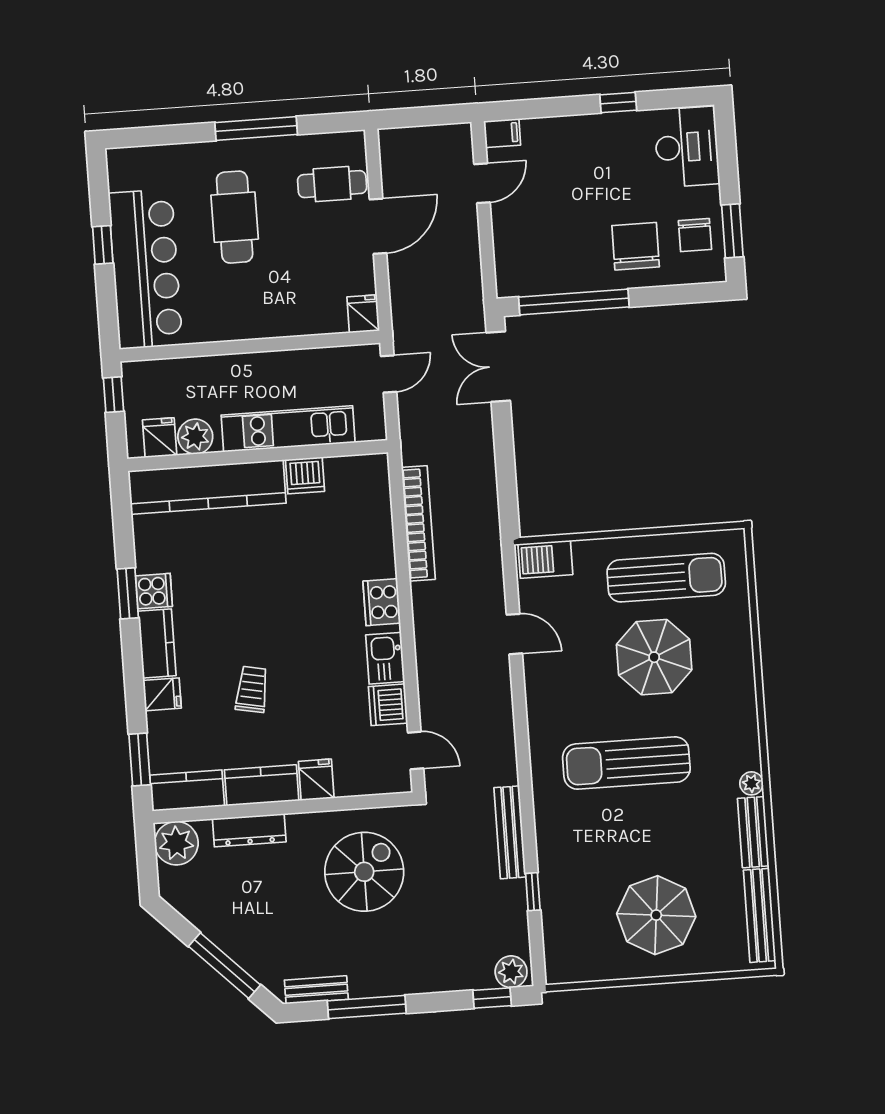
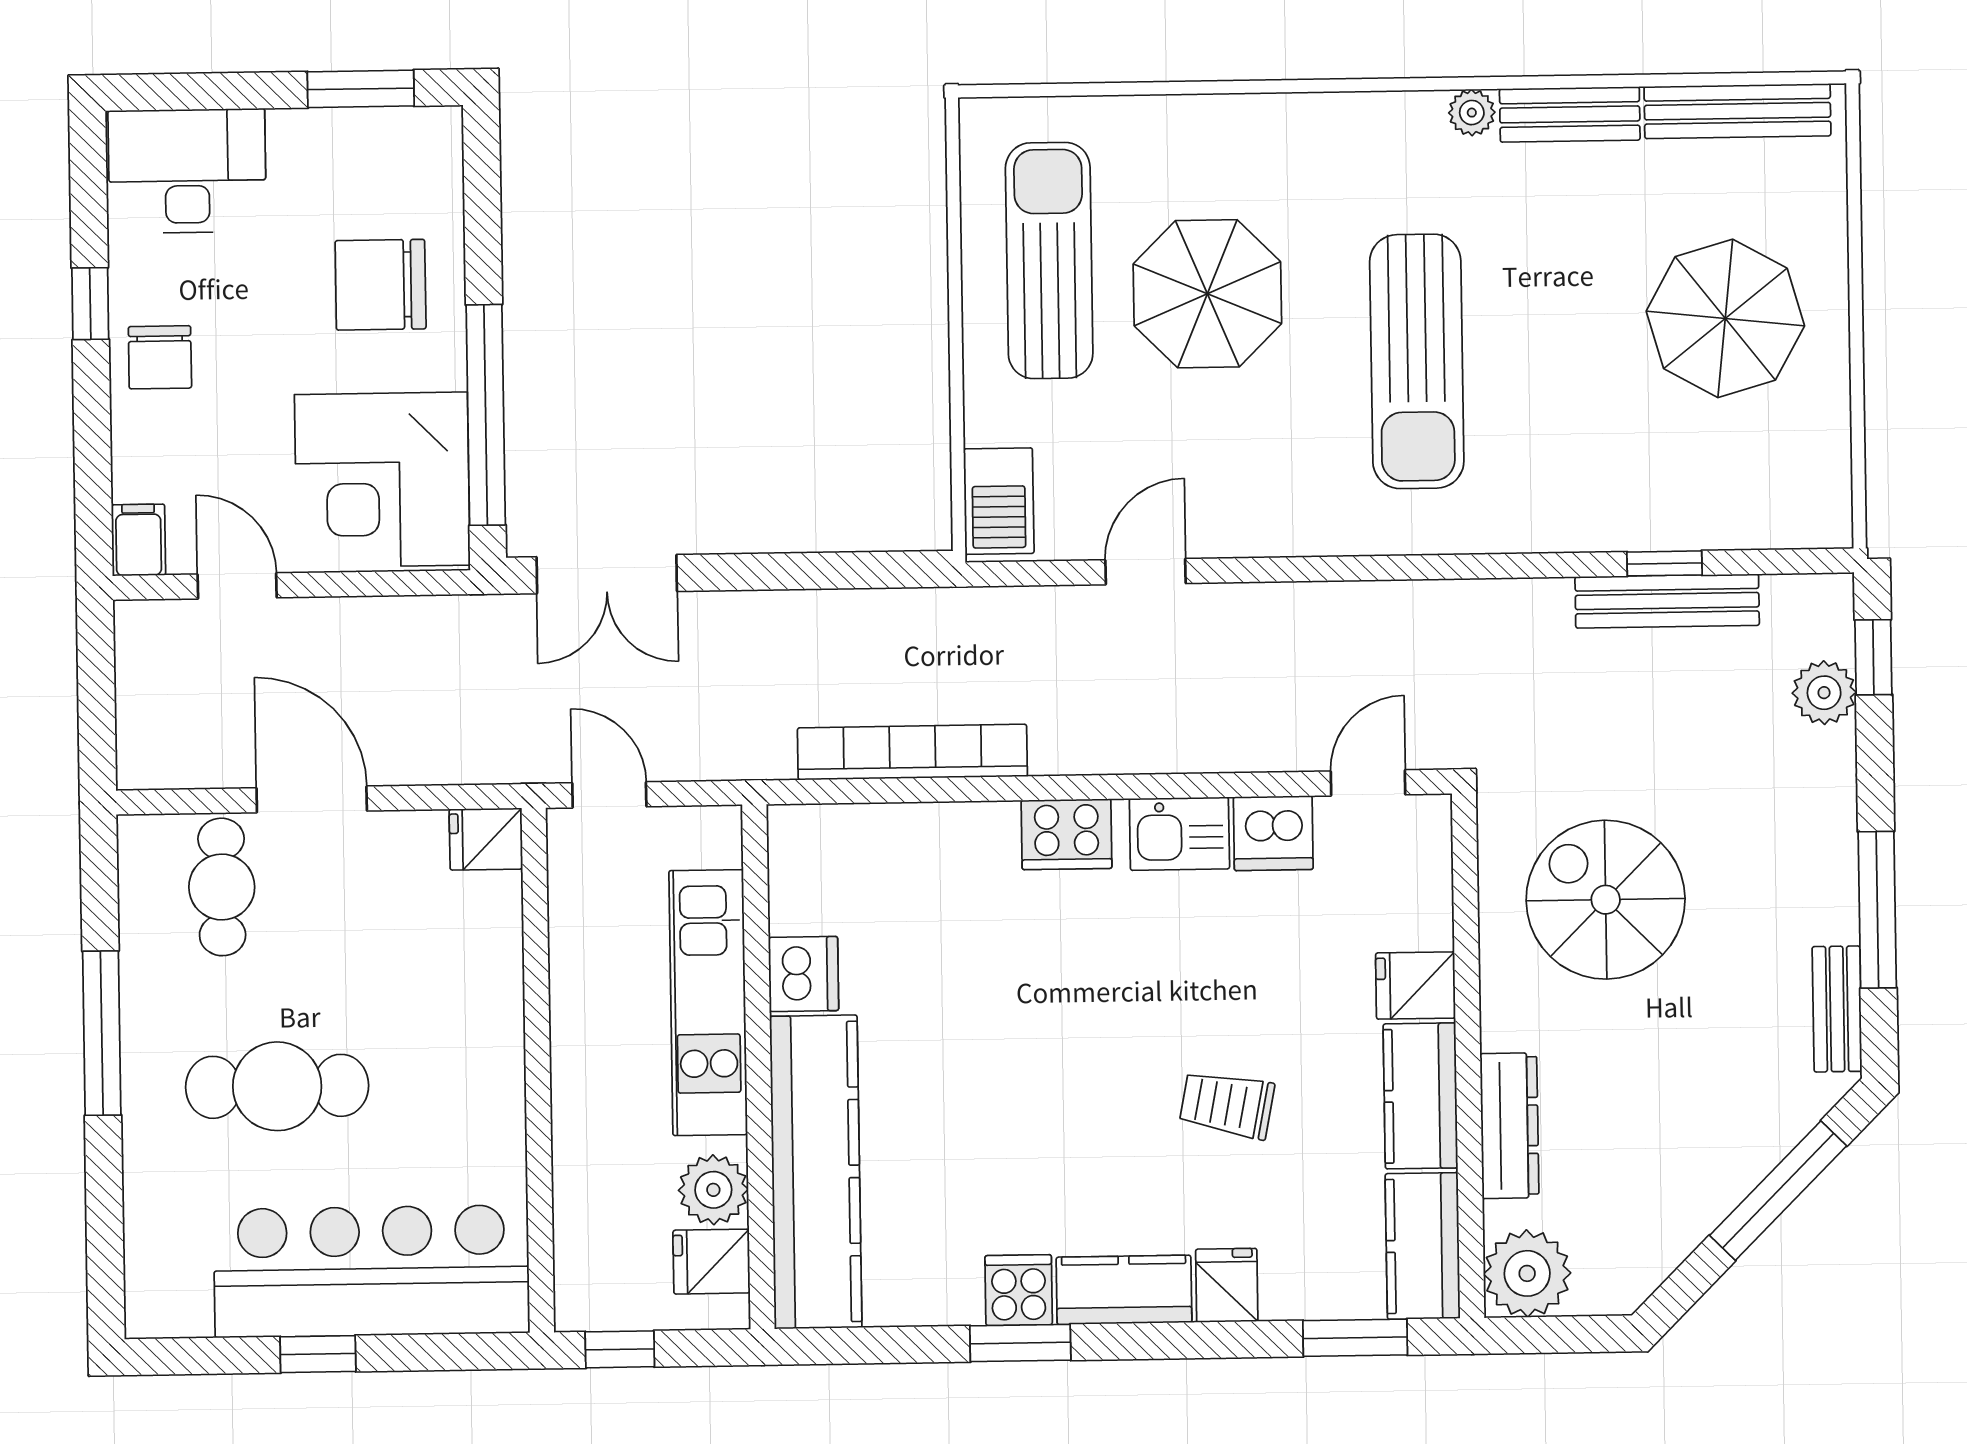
chair: (695, 235) -> (160, 357), moved, turned 90
corner desk: (539, 252) -> (382, 480), added
bench: (510, 832) -> (1667, 601), moved
plant: (511, 972) -> (1824, 693), moved

